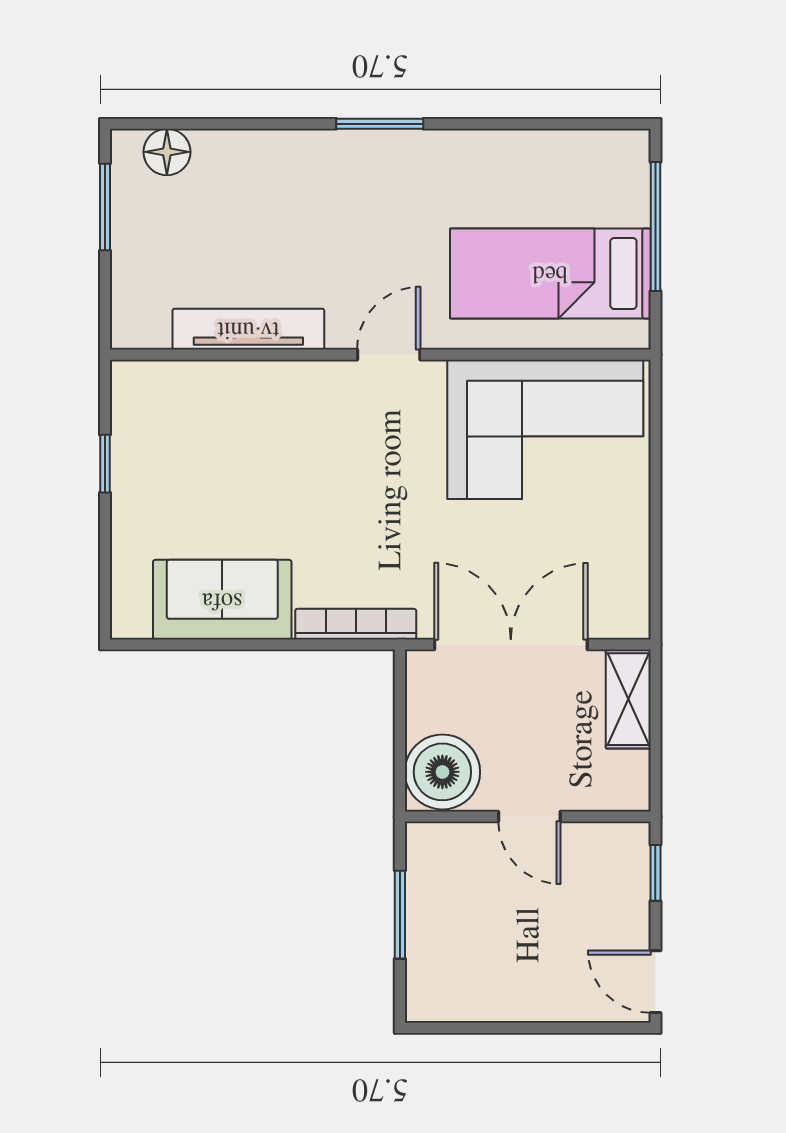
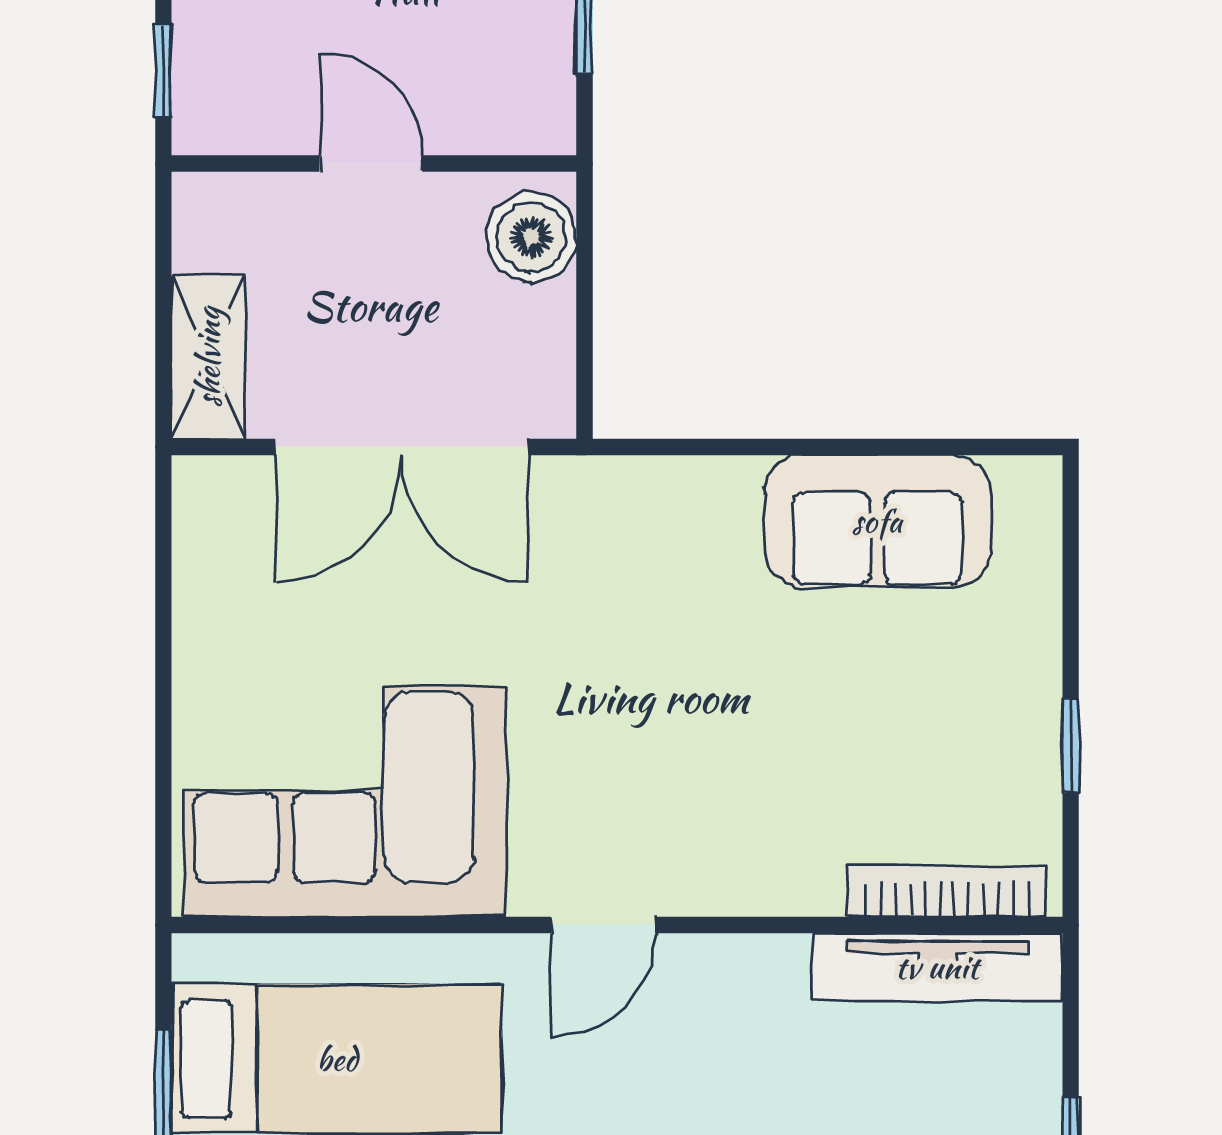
tv unit: (248, 329) -> (937, 967), moved
bookcase: (356, 624) -> (947, 891), moved, turned 180
boiler: (442, 772) -> (531, 237), width x0.73, depth x0.73

